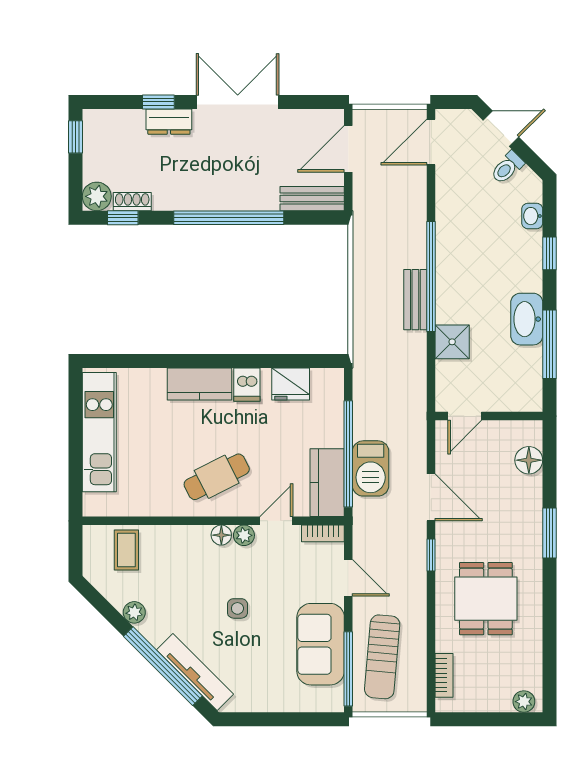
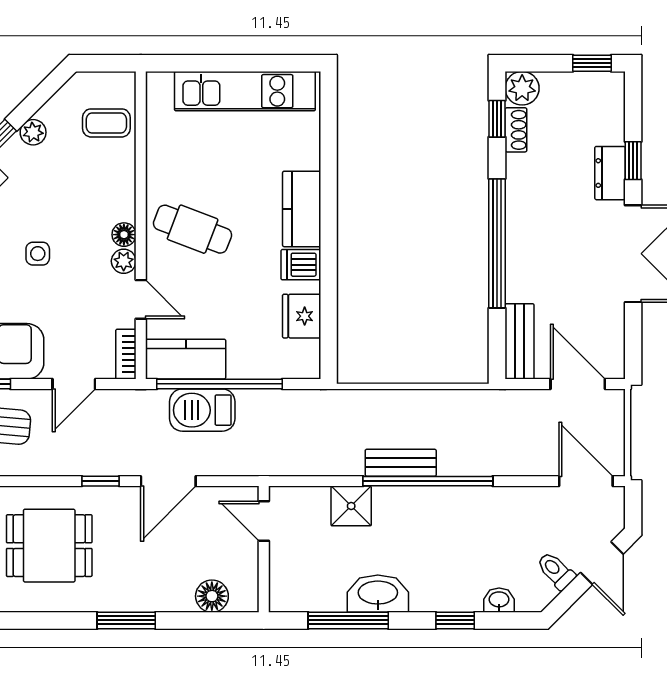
cafe table: (217, 477) -> (193, 229), turned -42

